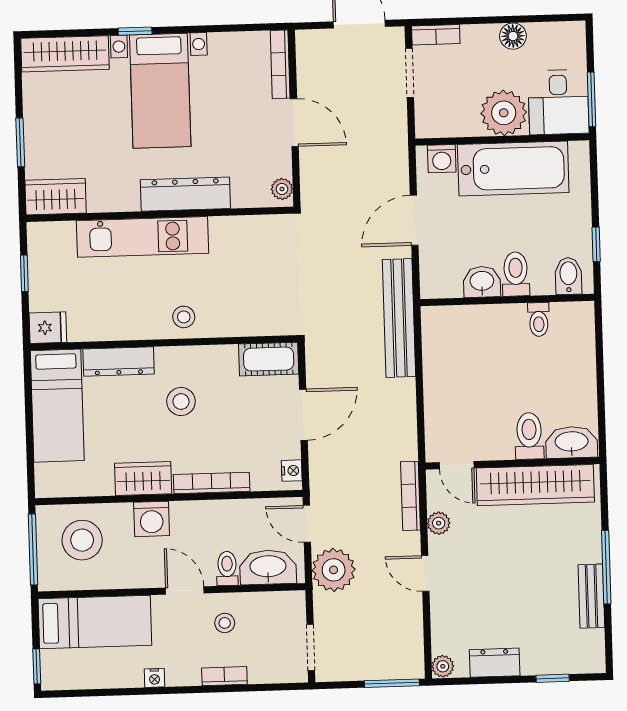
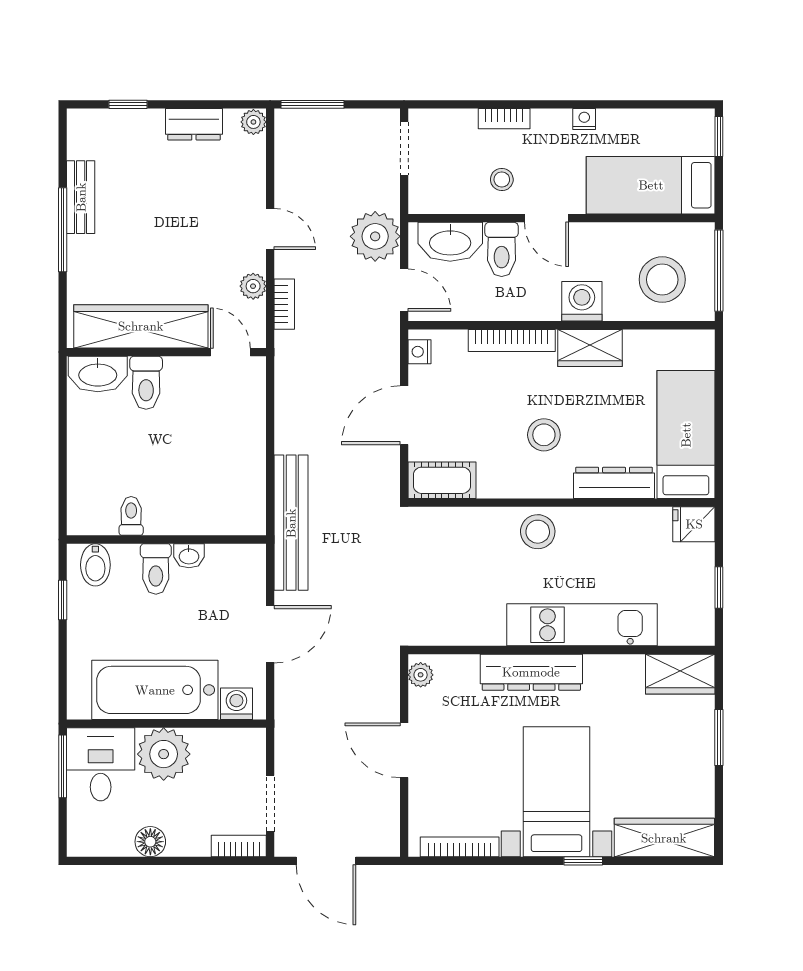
bookcase: (280, 64) -> (460, 847), moved, turned -90
washbasin: (482, 282) -> (189, 556), width x0.72, depth x0.69
stool: (184, 317) -> (538, 532), width x1.37, depth x1.37
bookcase: (411, 496) -> (284, 304), width x0.64
toilet: (227, 568) -> (502, 249), width x1.37, depth x1.39

